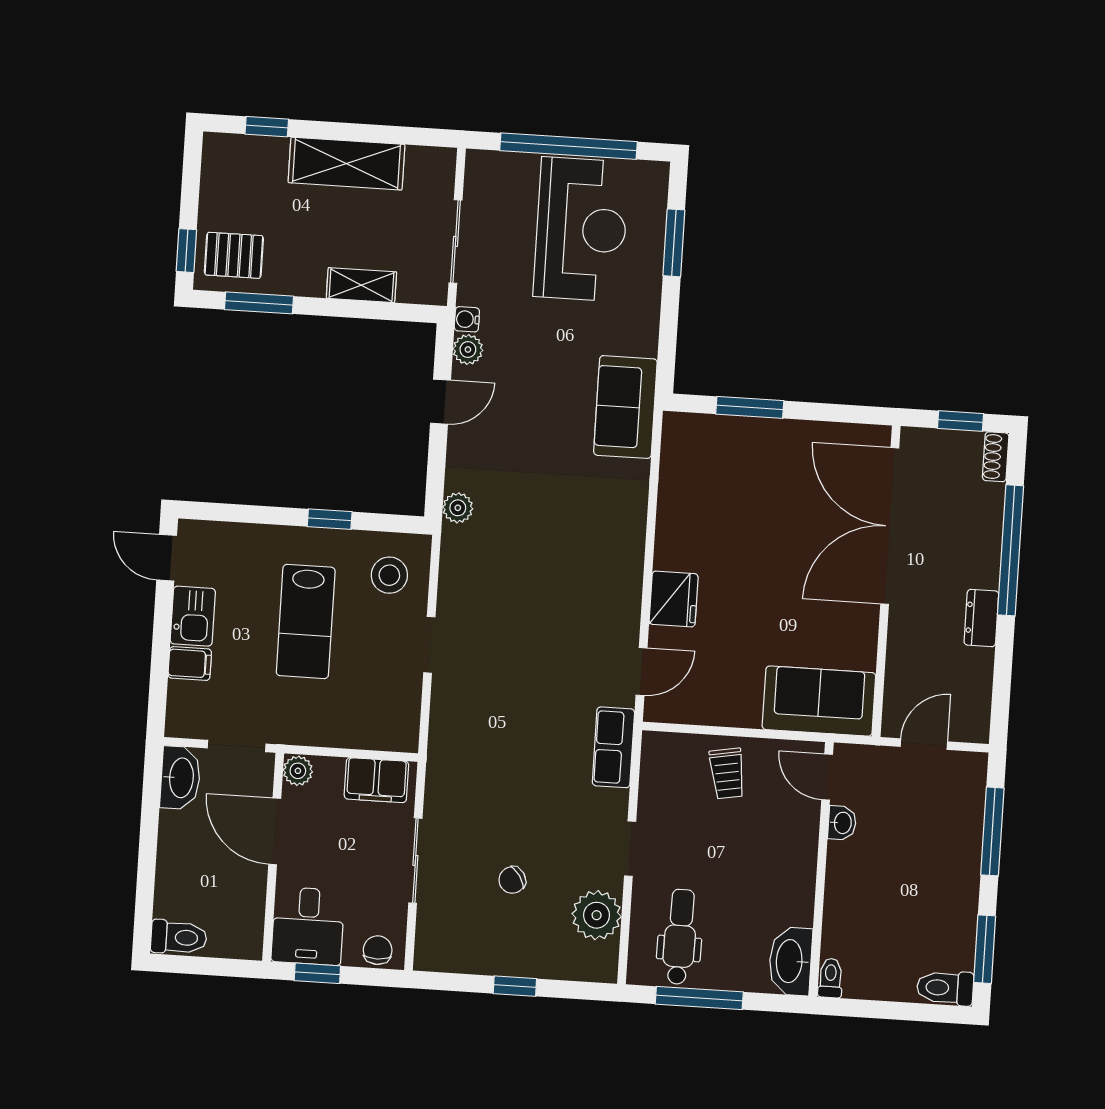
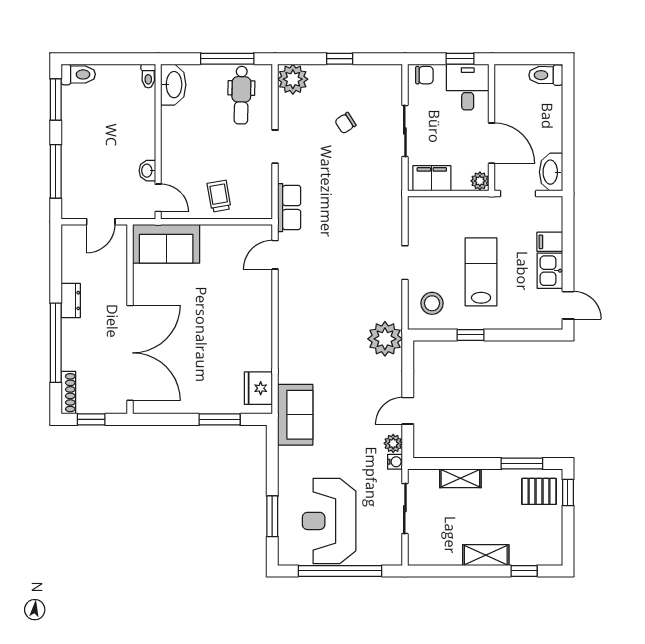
shelving: (346, 164) -> (486, 555), width x0.67, depth x0.75
shoe rack: (996, 457) -> (68, 393), width x1.43
plant: (458, 508) -> (385, 339), width x1.88, depth x1.88
fridge: (674, 599) -> (258, 388), moved
chair: (512, 880) -> (345, 123), turned 180
plant: (597, 915) -> (293, 79), moved
chair: (378, 950) -> (424, 75), turned -90

